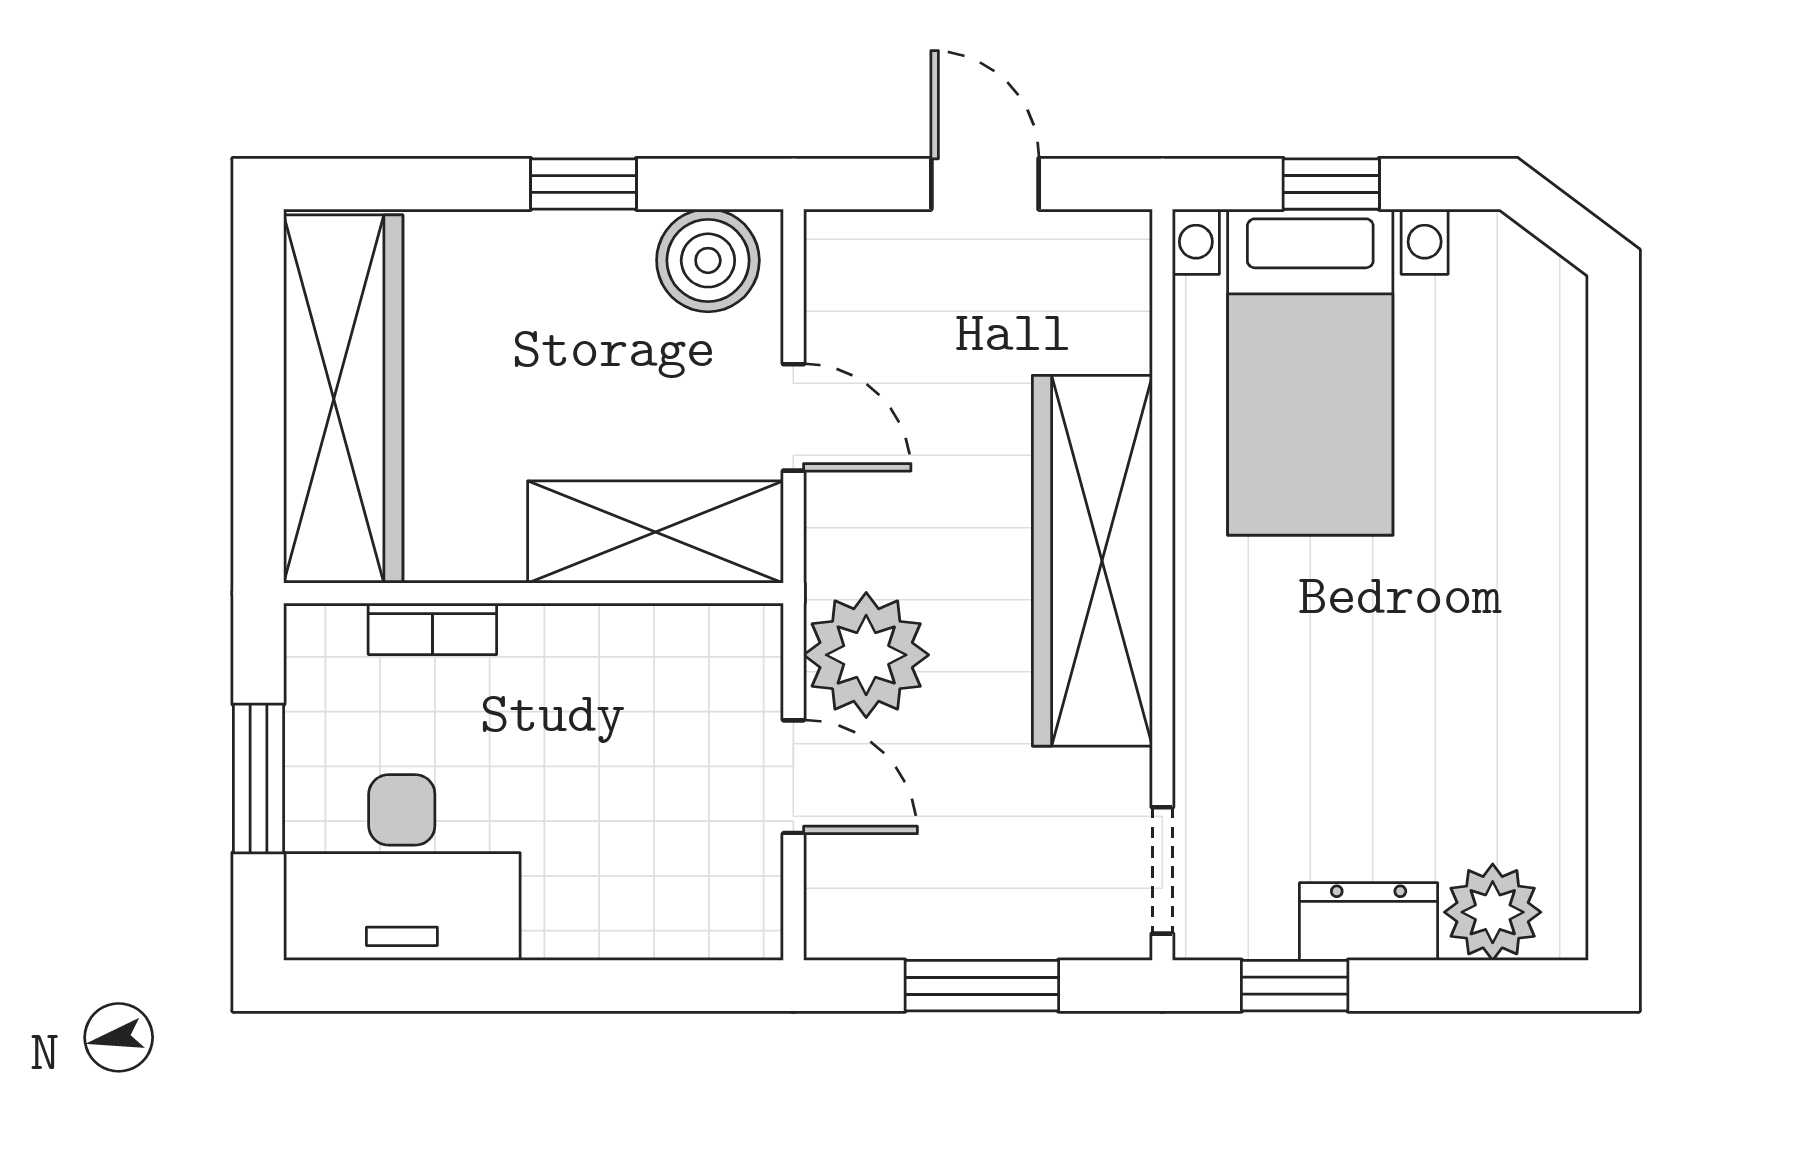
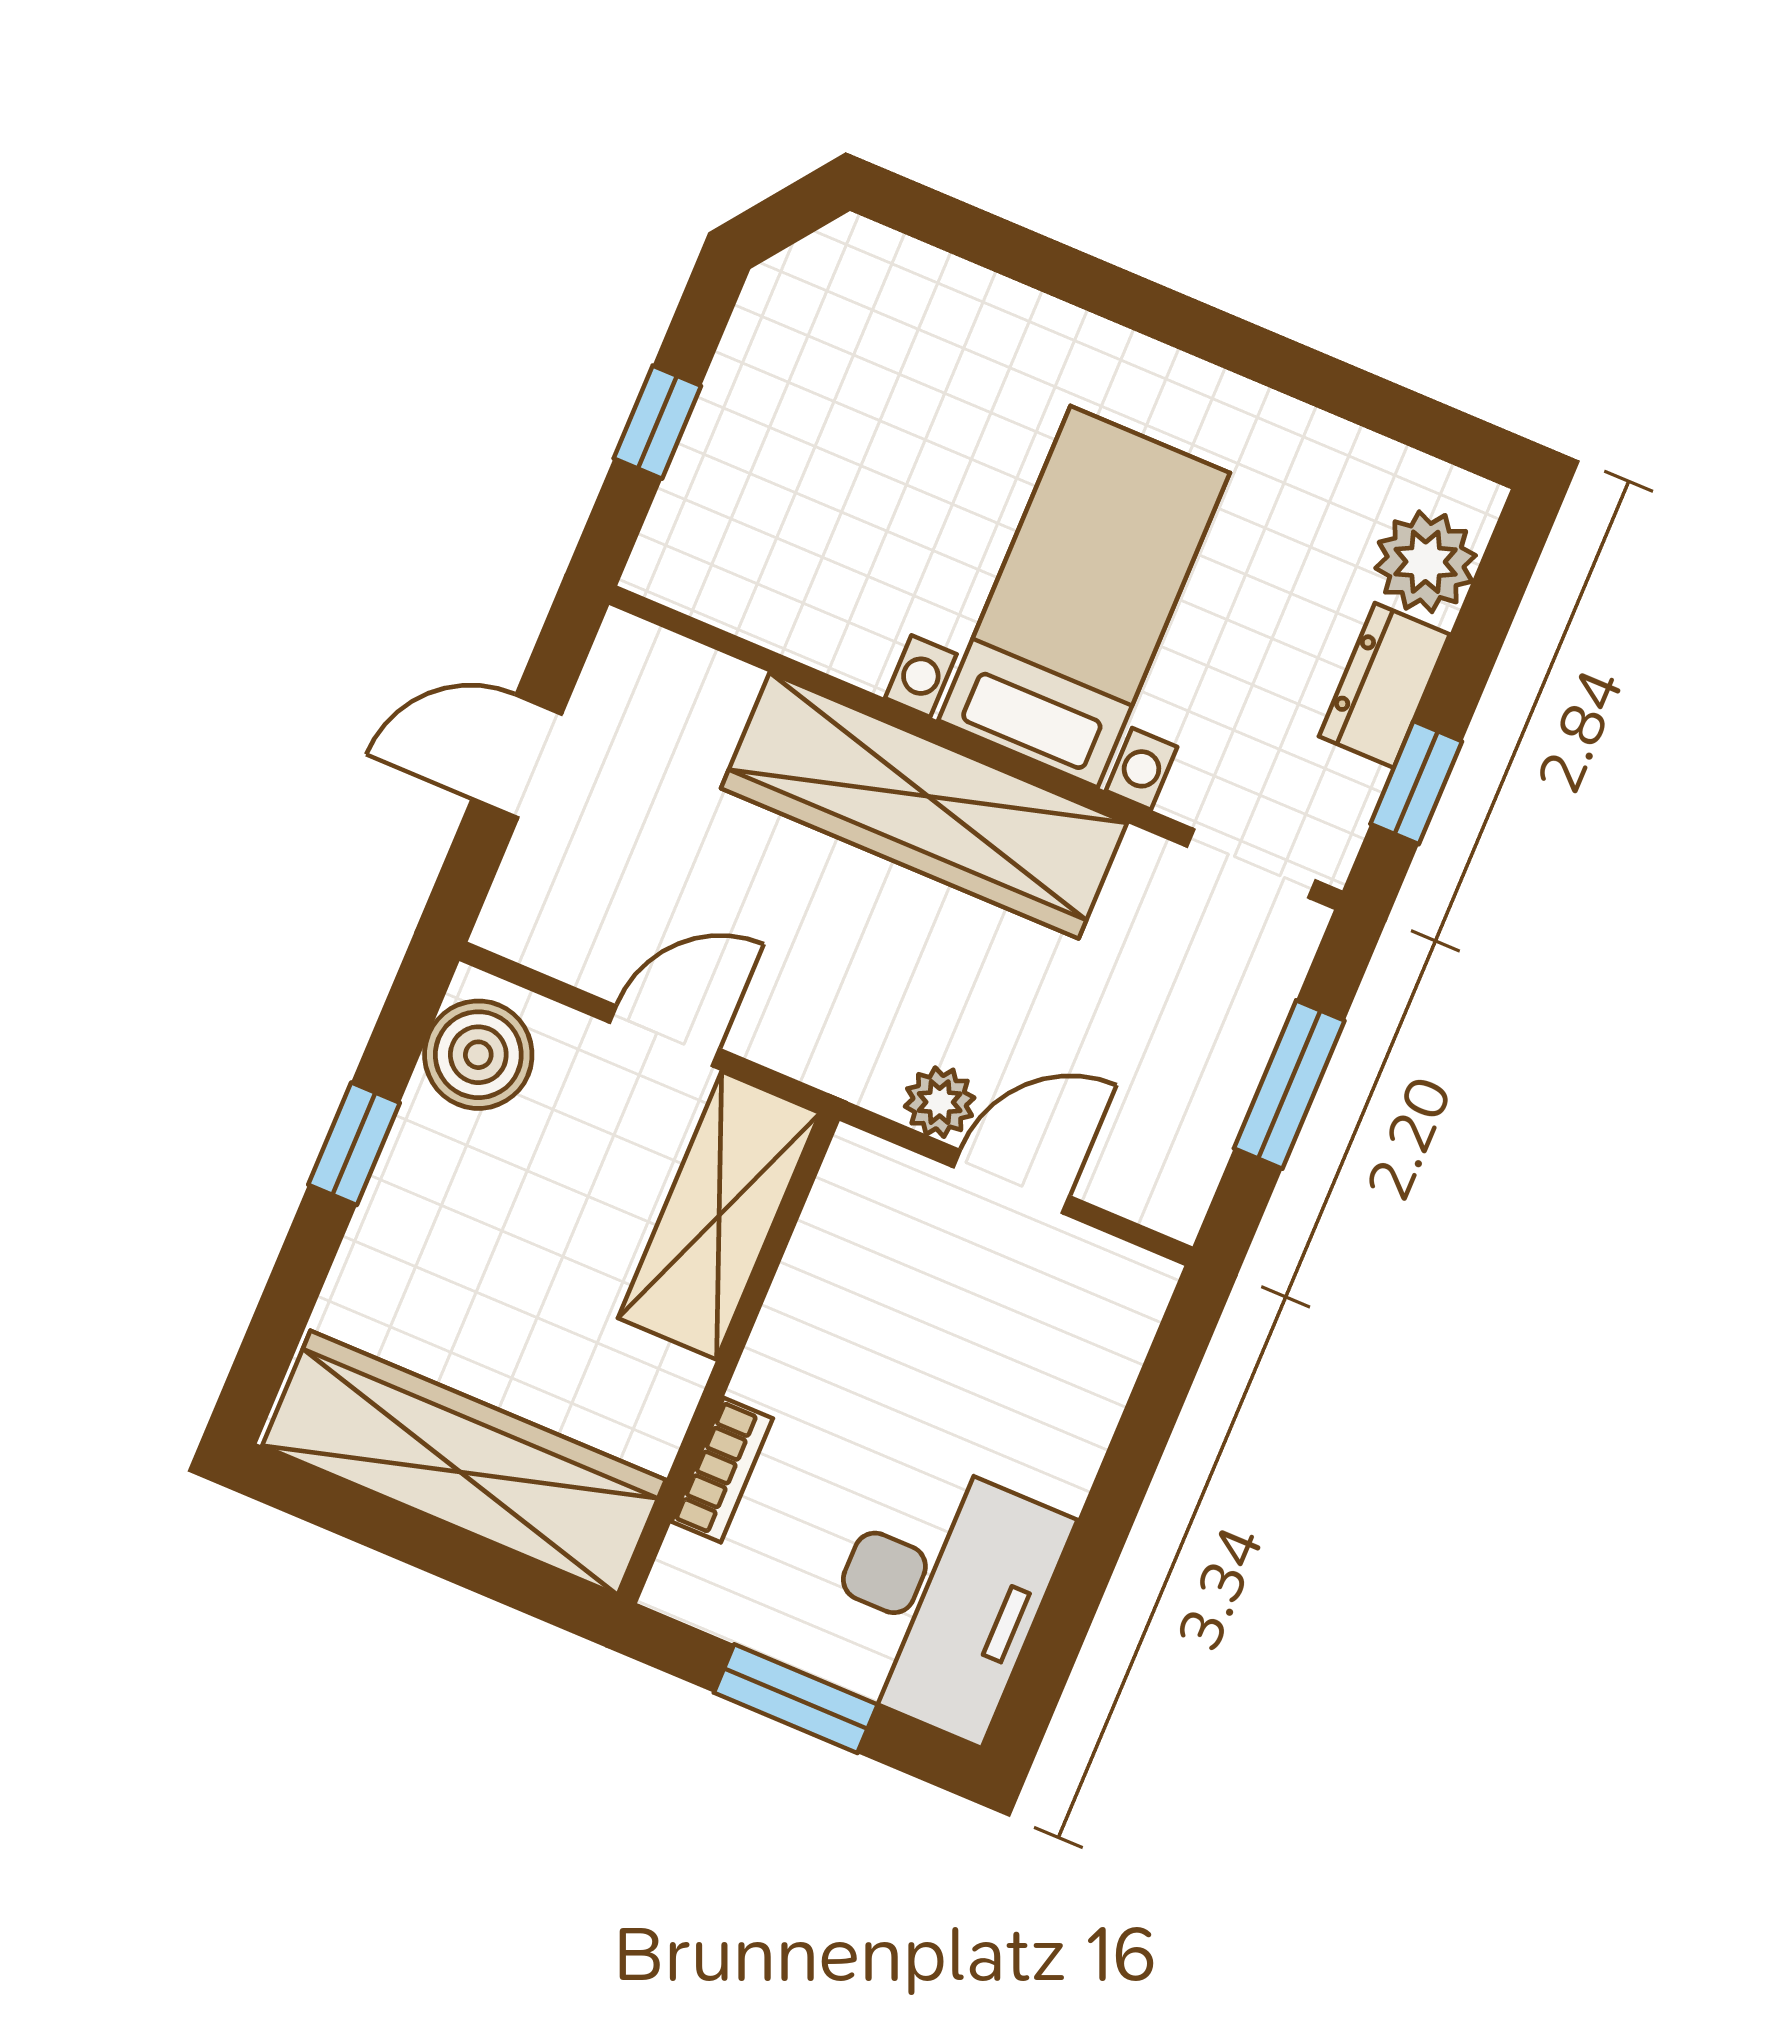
bed with nightstands: (1310, 372) -> (1084, 597), moved, turned -90
plant: (866, 655) -> (940, 1102), width x0.53, depth x0.53

